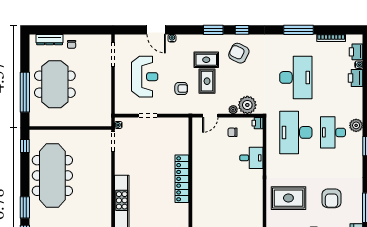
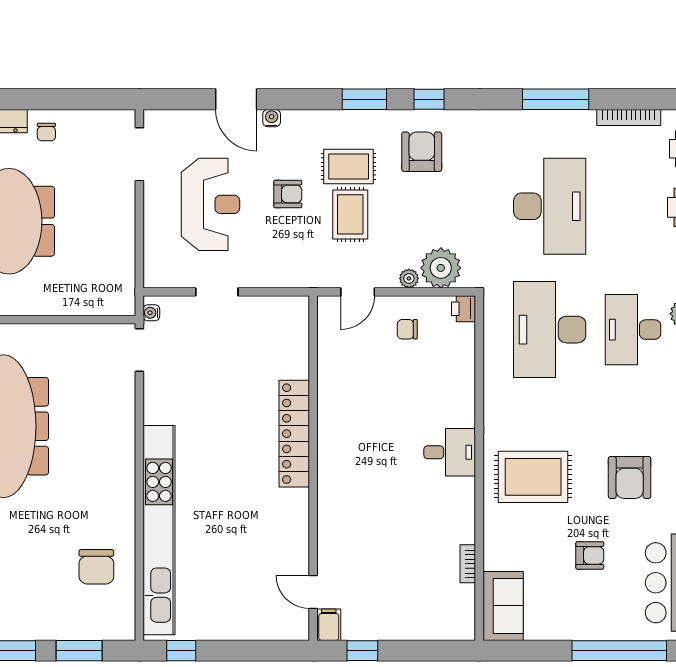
armchair: (239, 53) -> (422, 152), turned 64
armchair: (181, 89) -> (288, 194), moved
desk: (251, 158) -> (450, 452), moved

